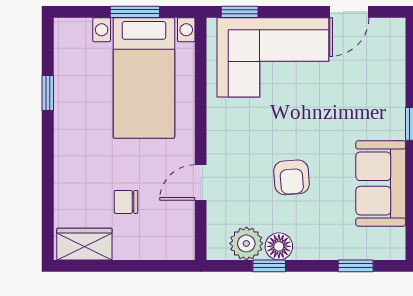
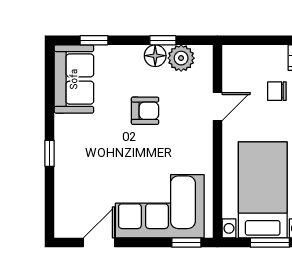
armchair: (292, 177) -> (145, 111), turned 94
sofa: (381, 183) -> (74, 79), moved
chair: (126, 202) -> (277, 91), turned 180

